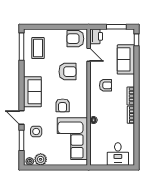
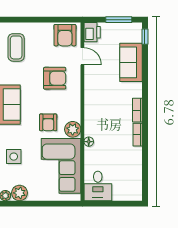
armchair: (75, 39) -> (65, 35), turned -90
armchair: (106, 85) -> (104, 96), removed
plant: (81, 111) -> (73, 129), added
desk: (118, 154) -> (98, 186), moved

